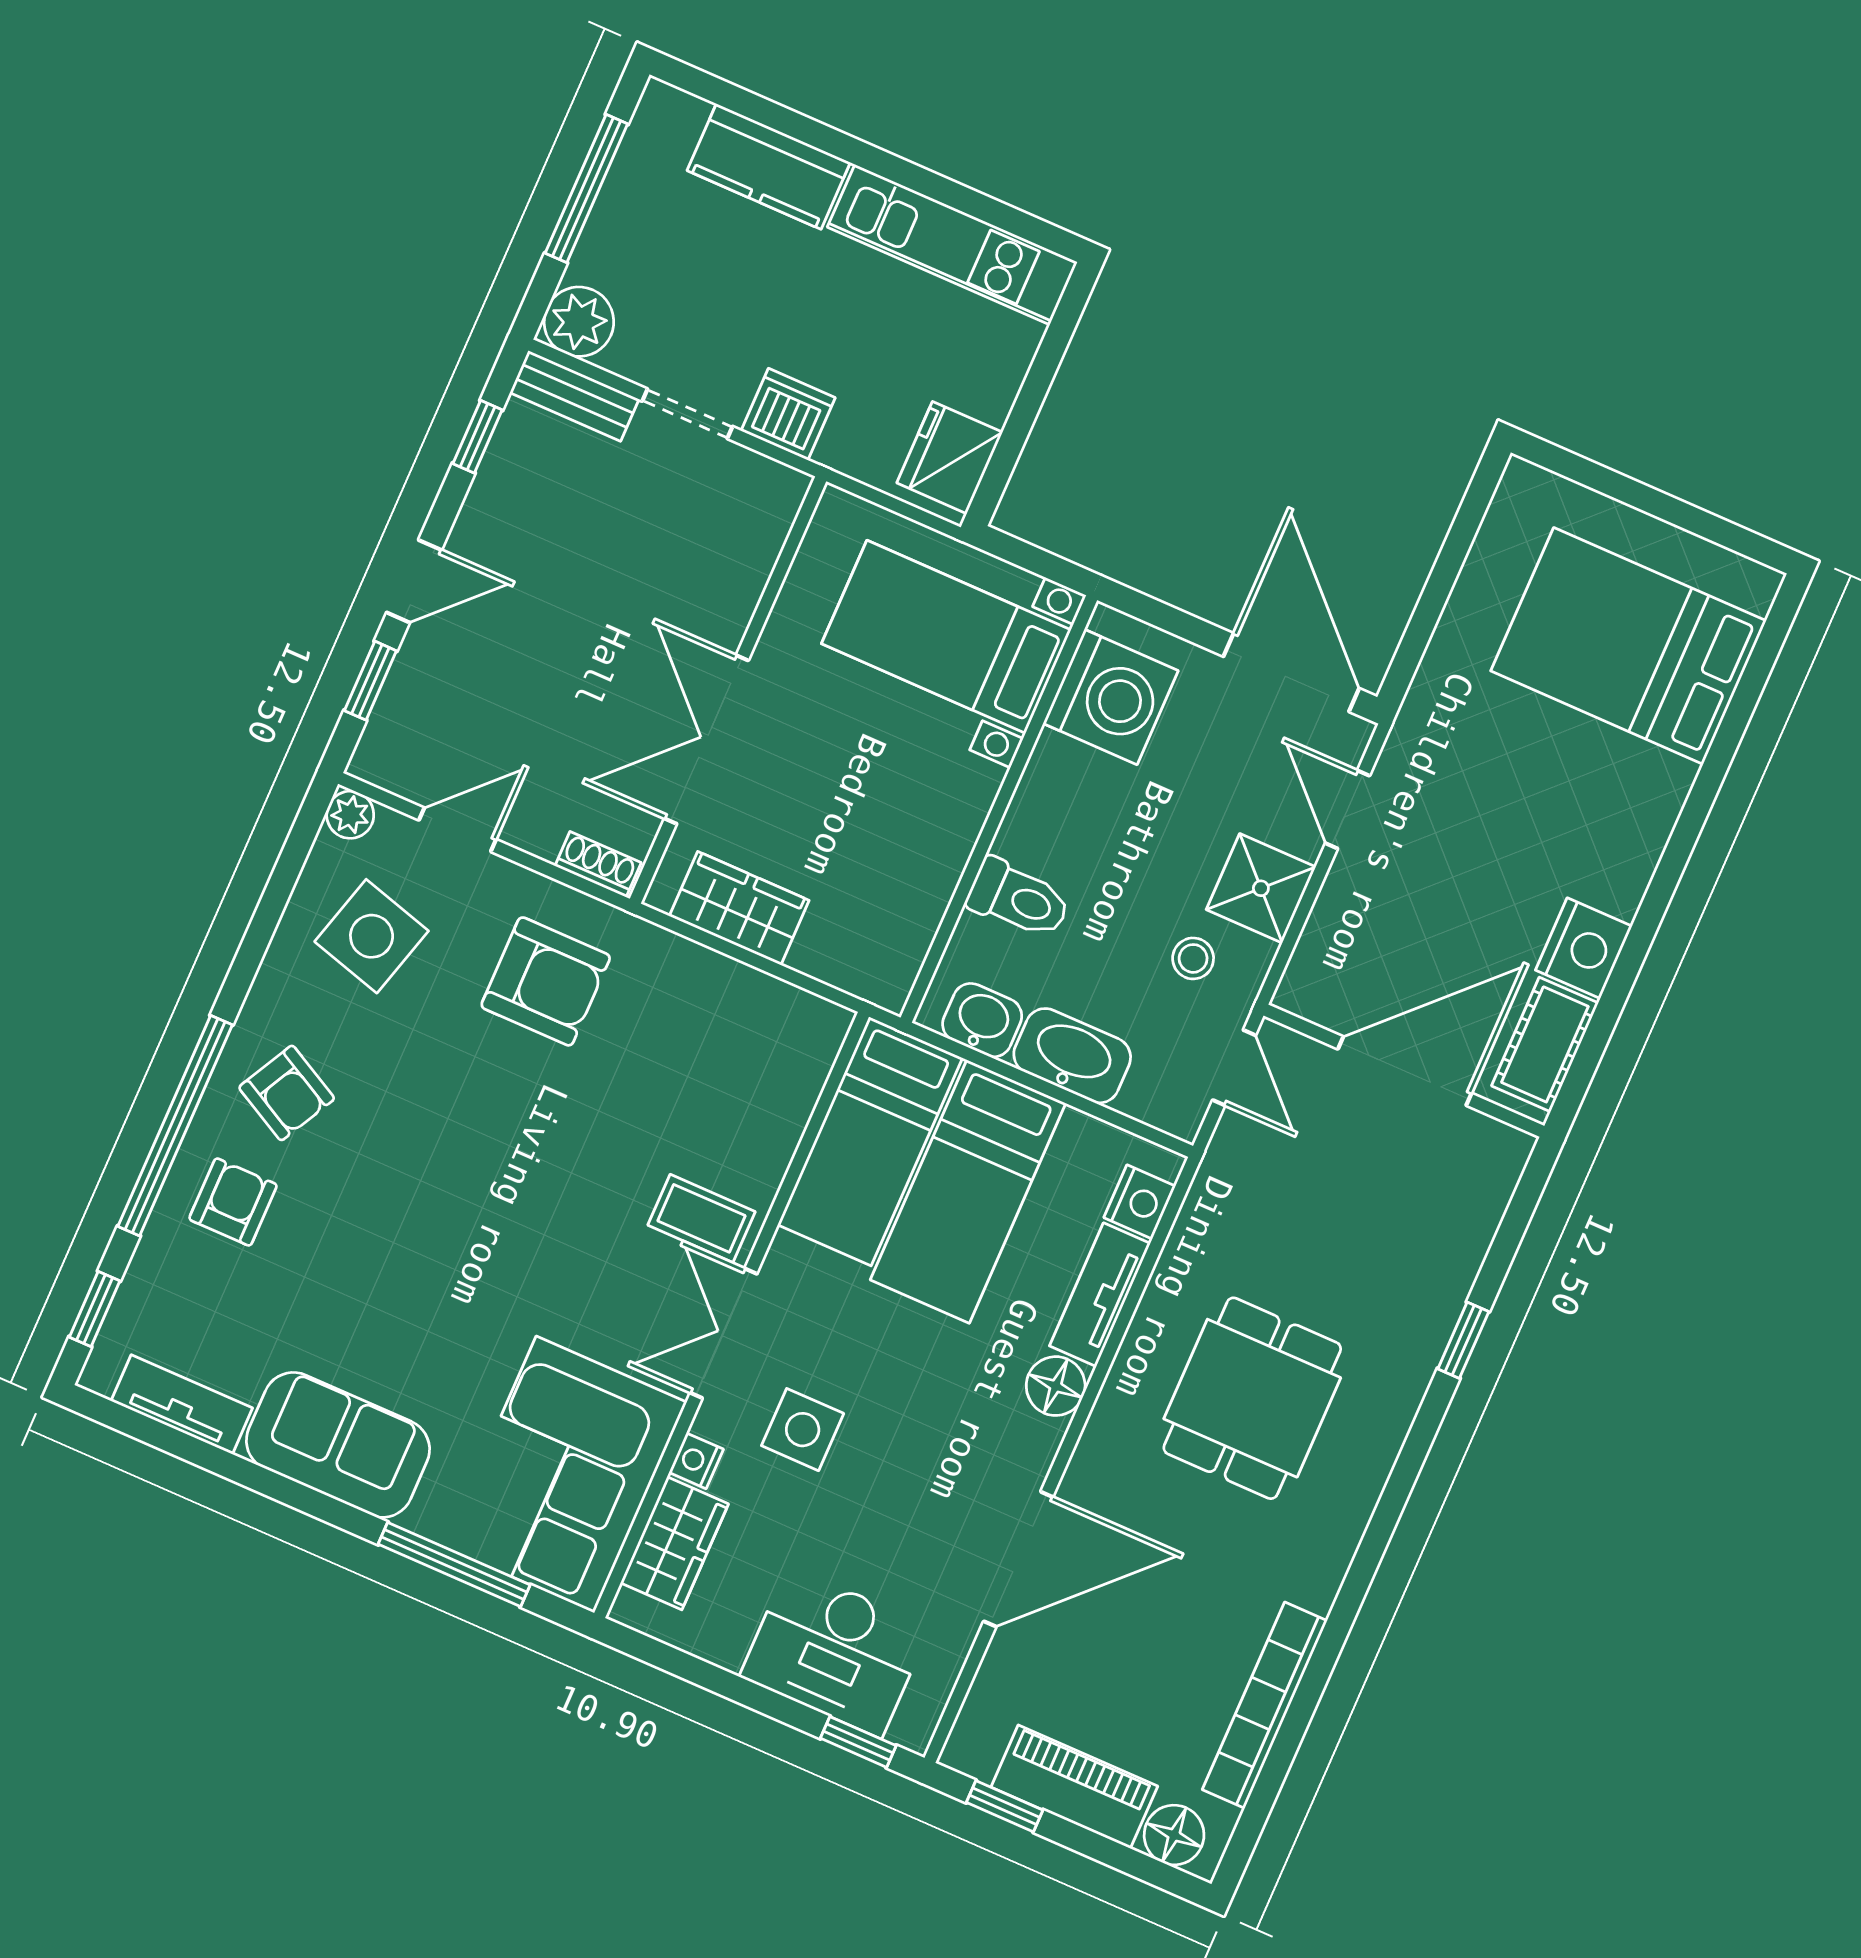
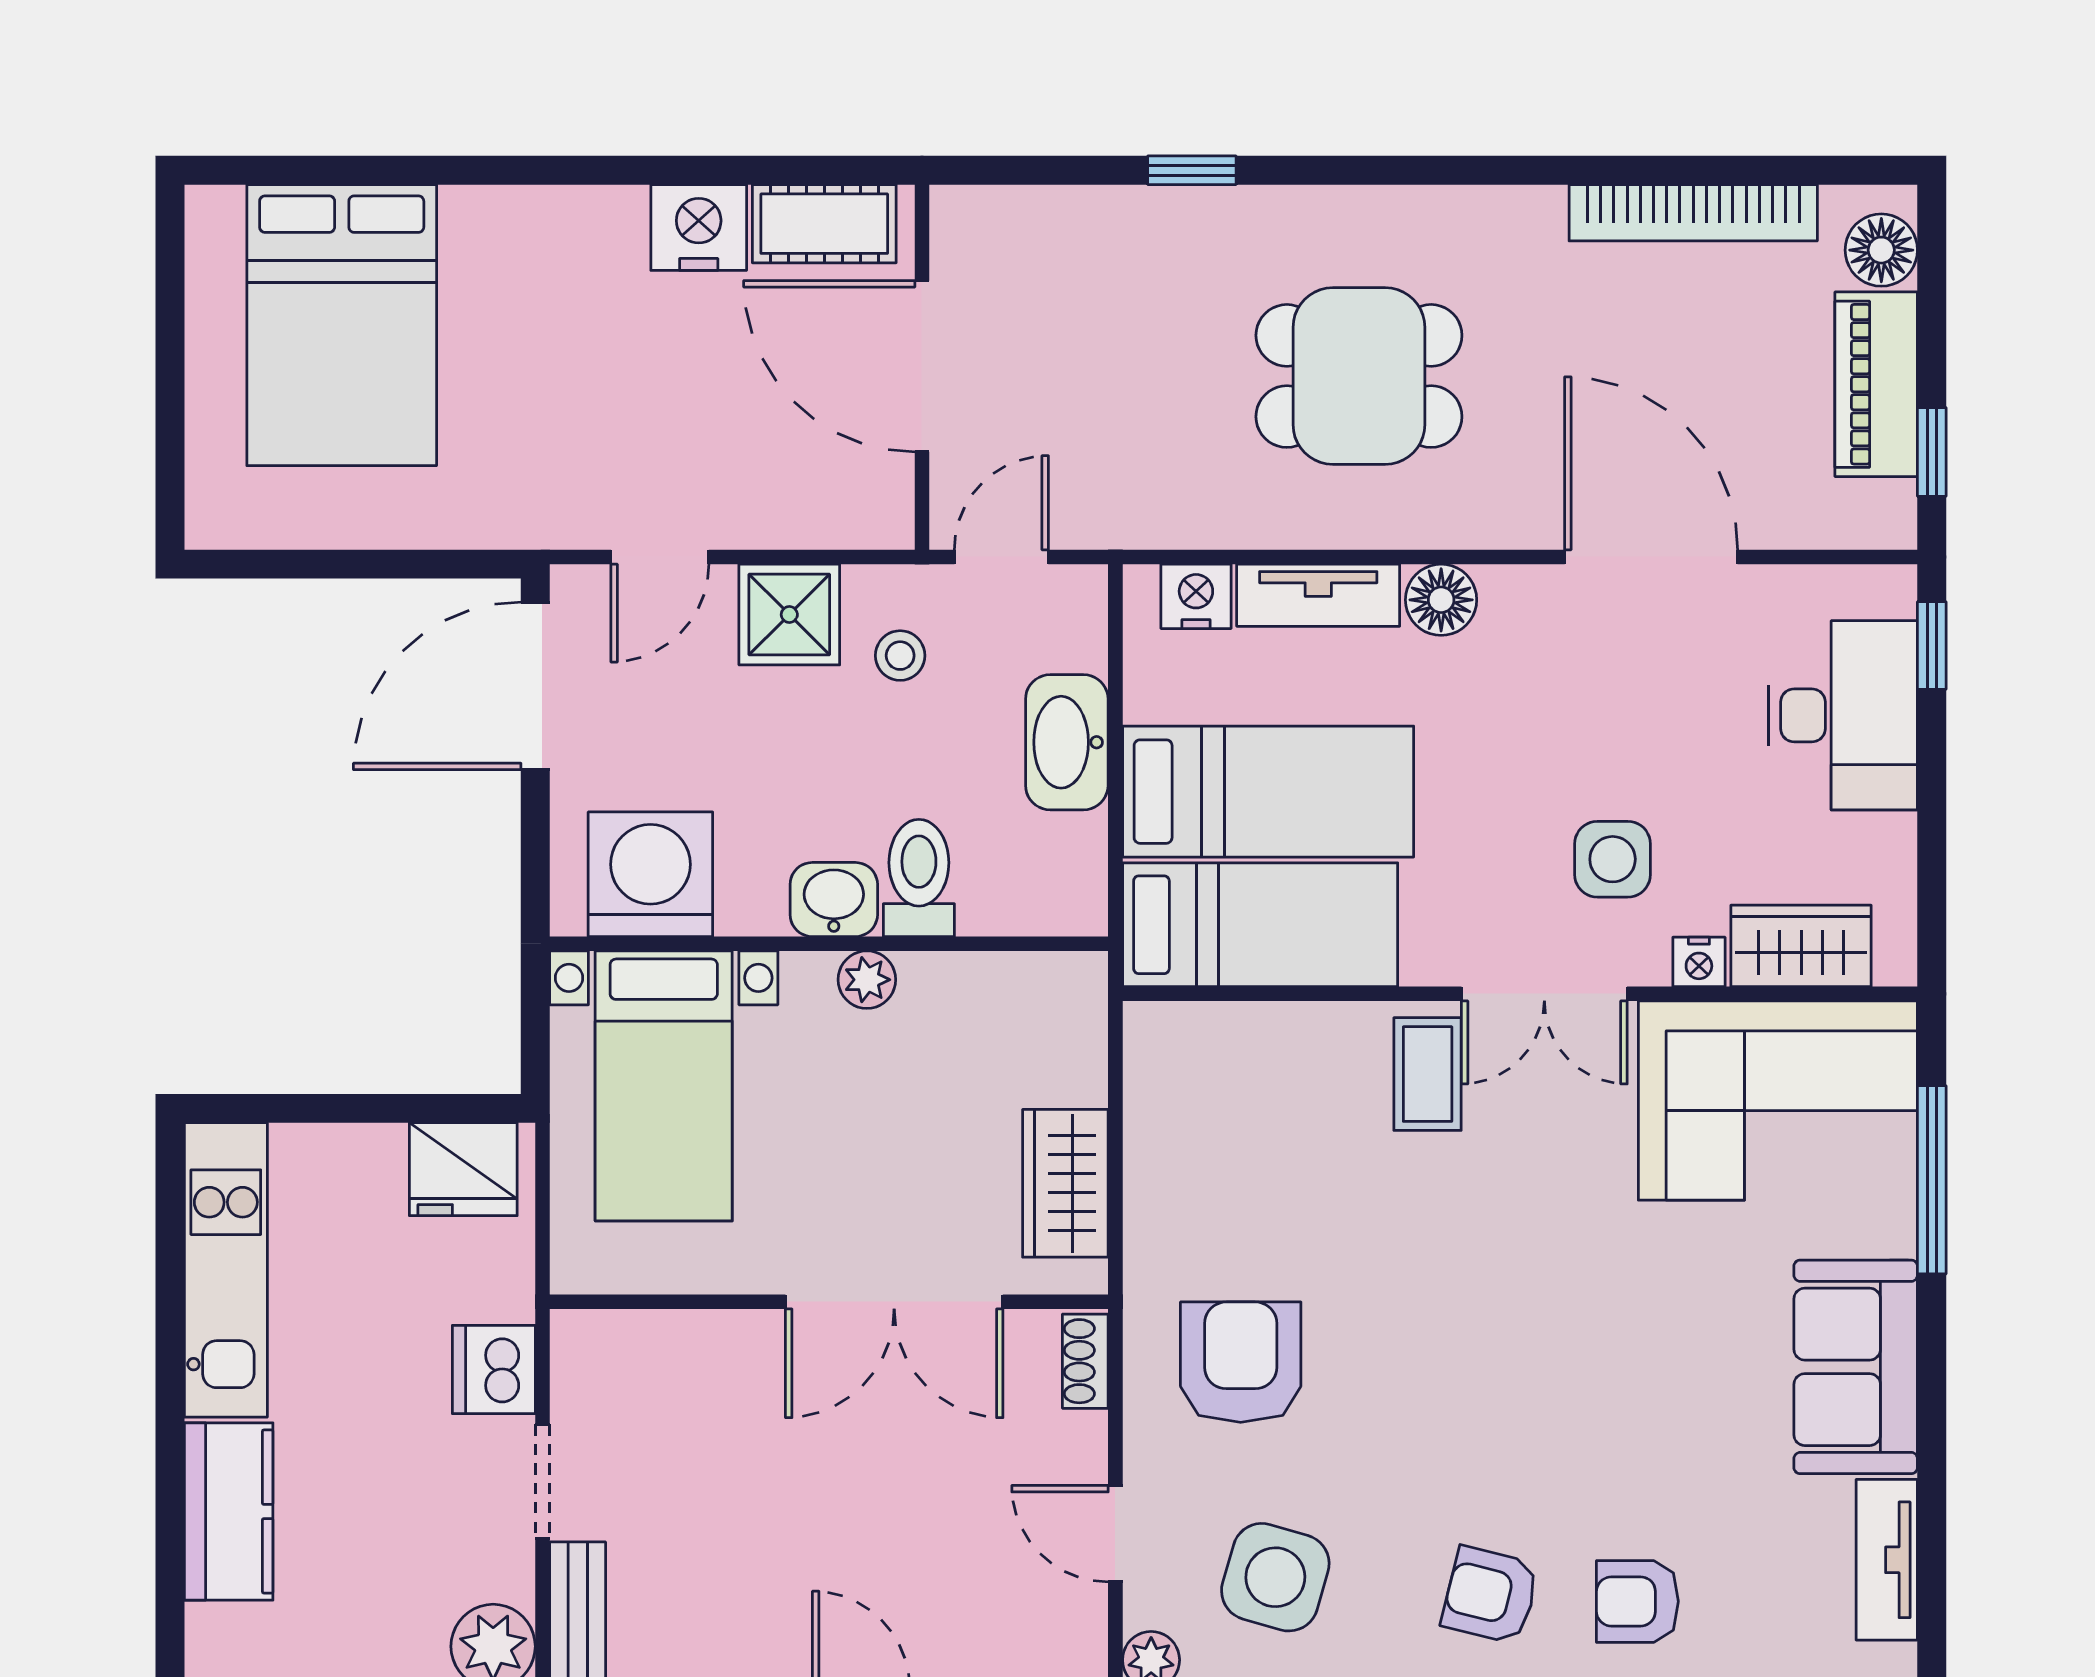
plant: (959, 826) -> (867, 980), added
washbasin: (982, 1020) -> (834, 900), moved, turned 90
armchair: (287, 1093) -> (1490, 1595), turned -104

